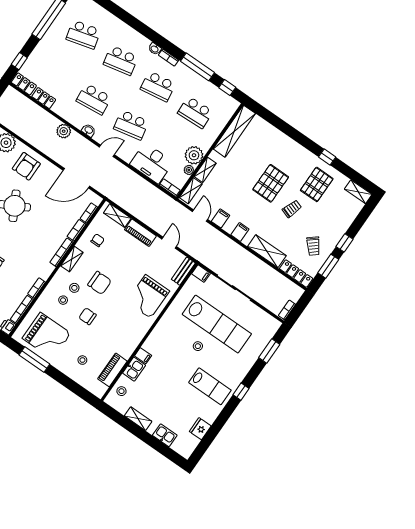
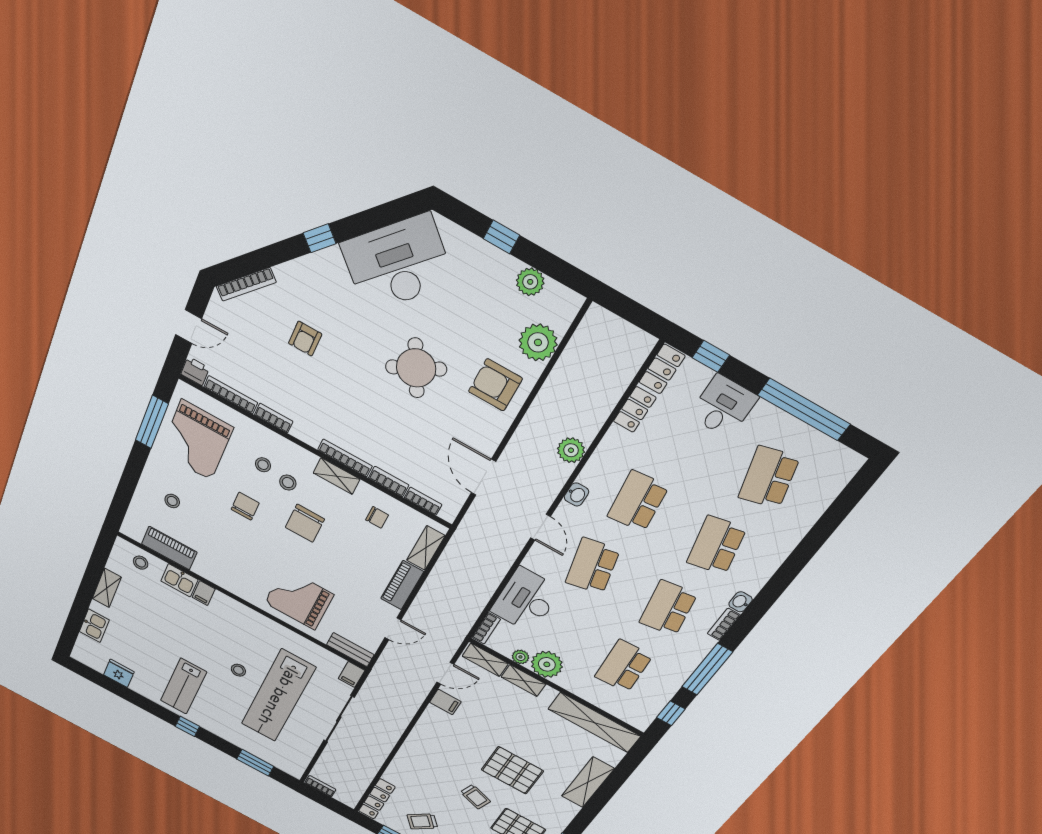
desk: (45, 56) -> (723, 406), added
door: (76, 178) -> (484, 477), width x0.73
filing cabinet: (240, 232) -> (428, 728), removed
shelving: (267, 251) -> (588, 782), moved

